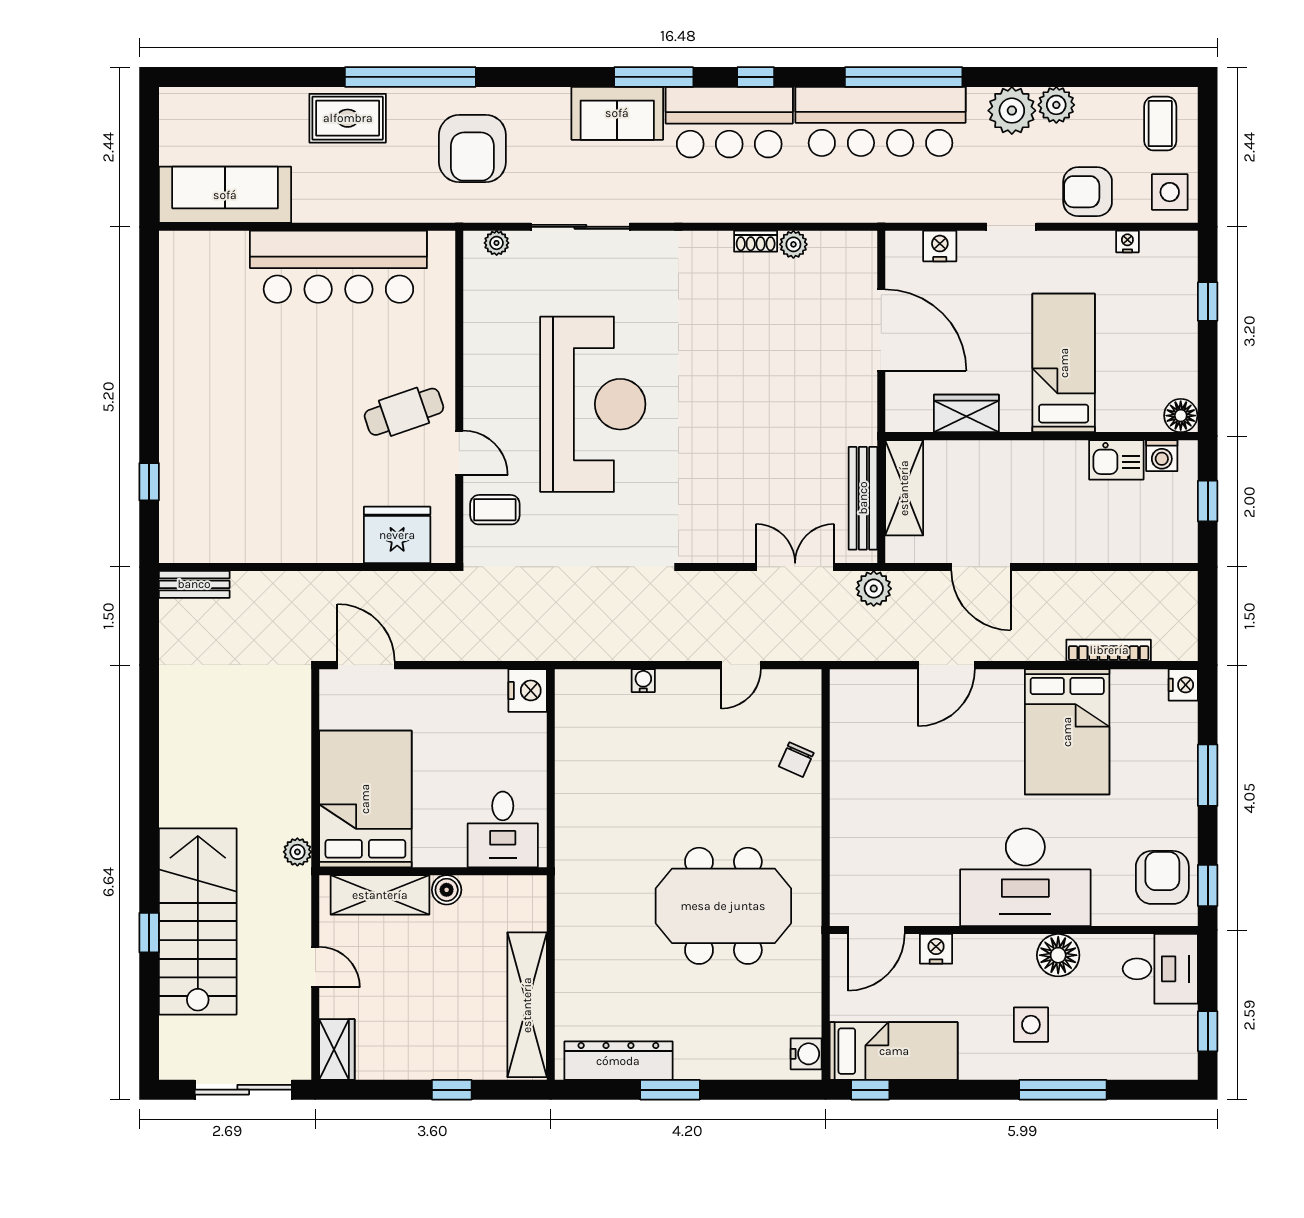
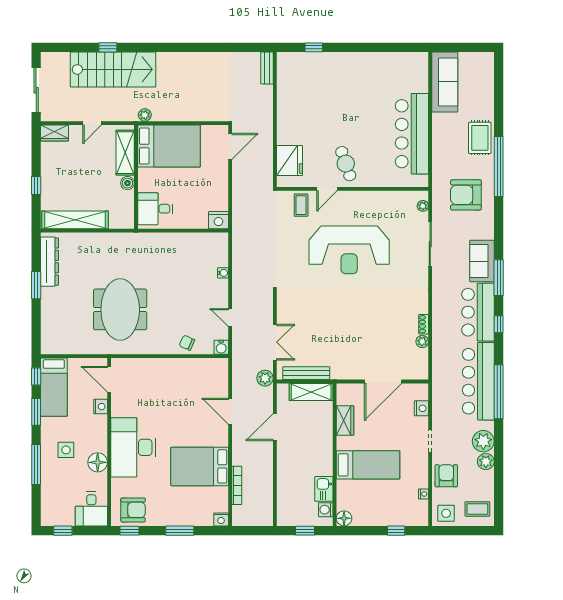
water cooler: (806, 1054) -> (221, 347), moved
window: (948, 1090) -> (36, 412), added

